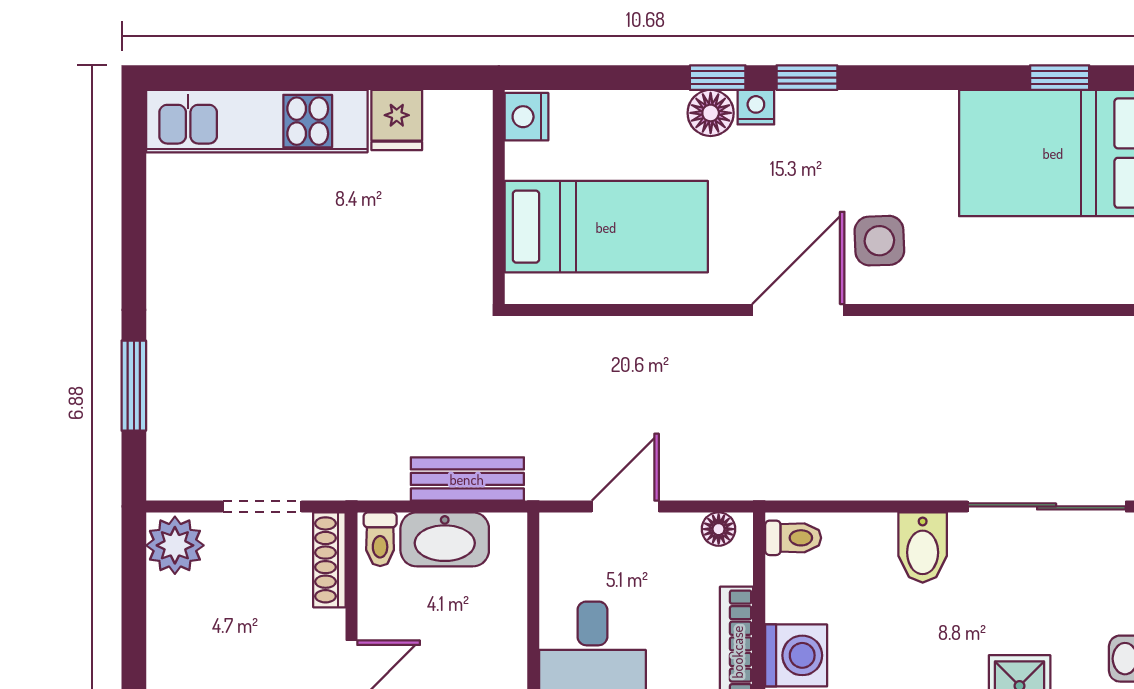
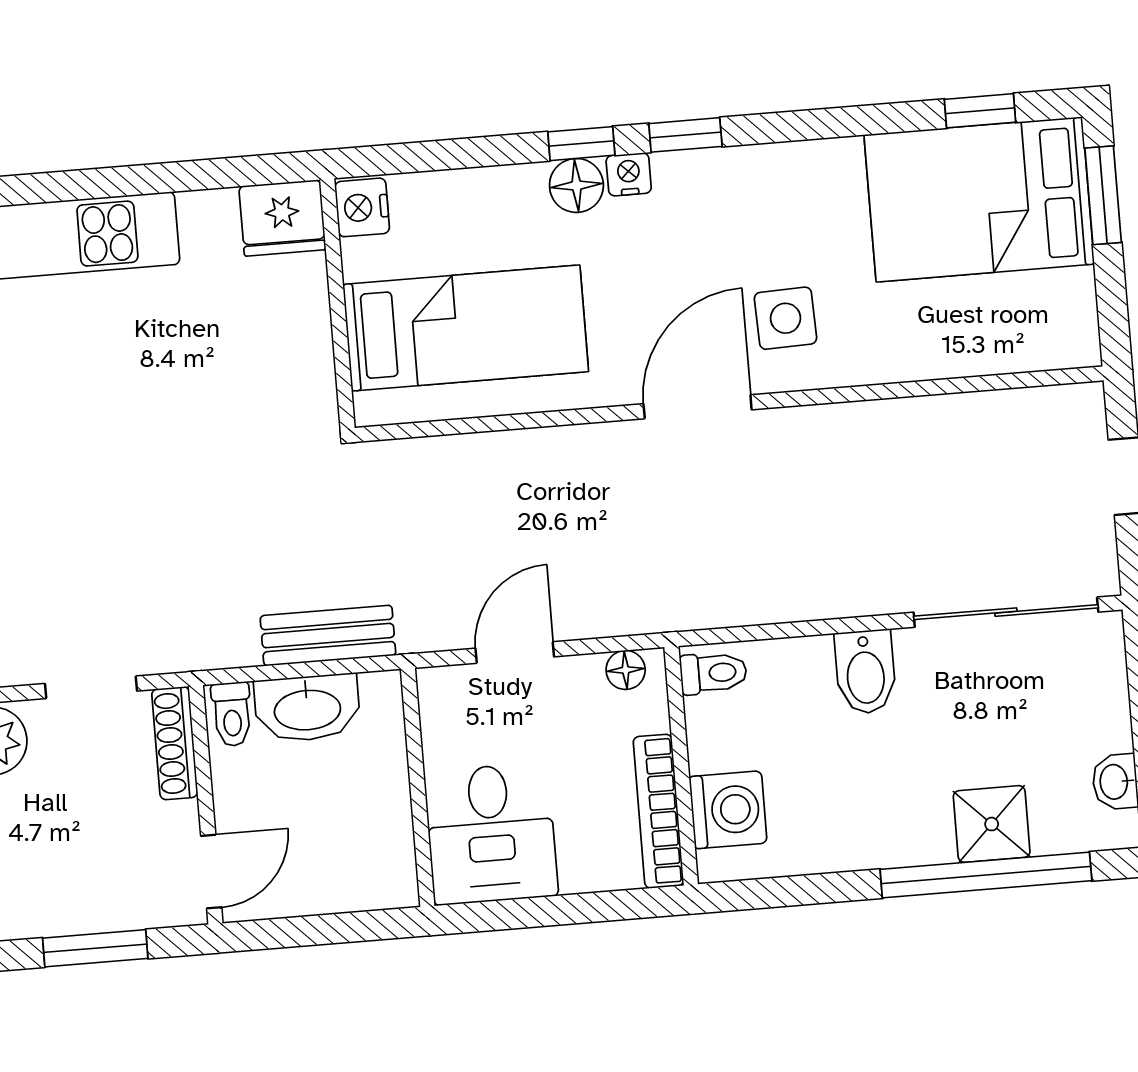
fridge: (397, 120) -> (282, 218), moved, width x1.38

